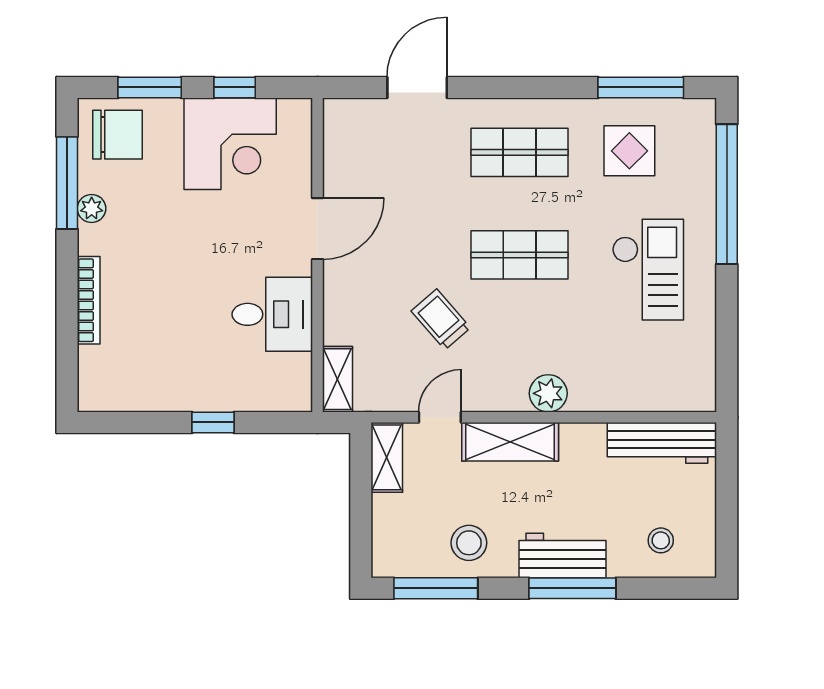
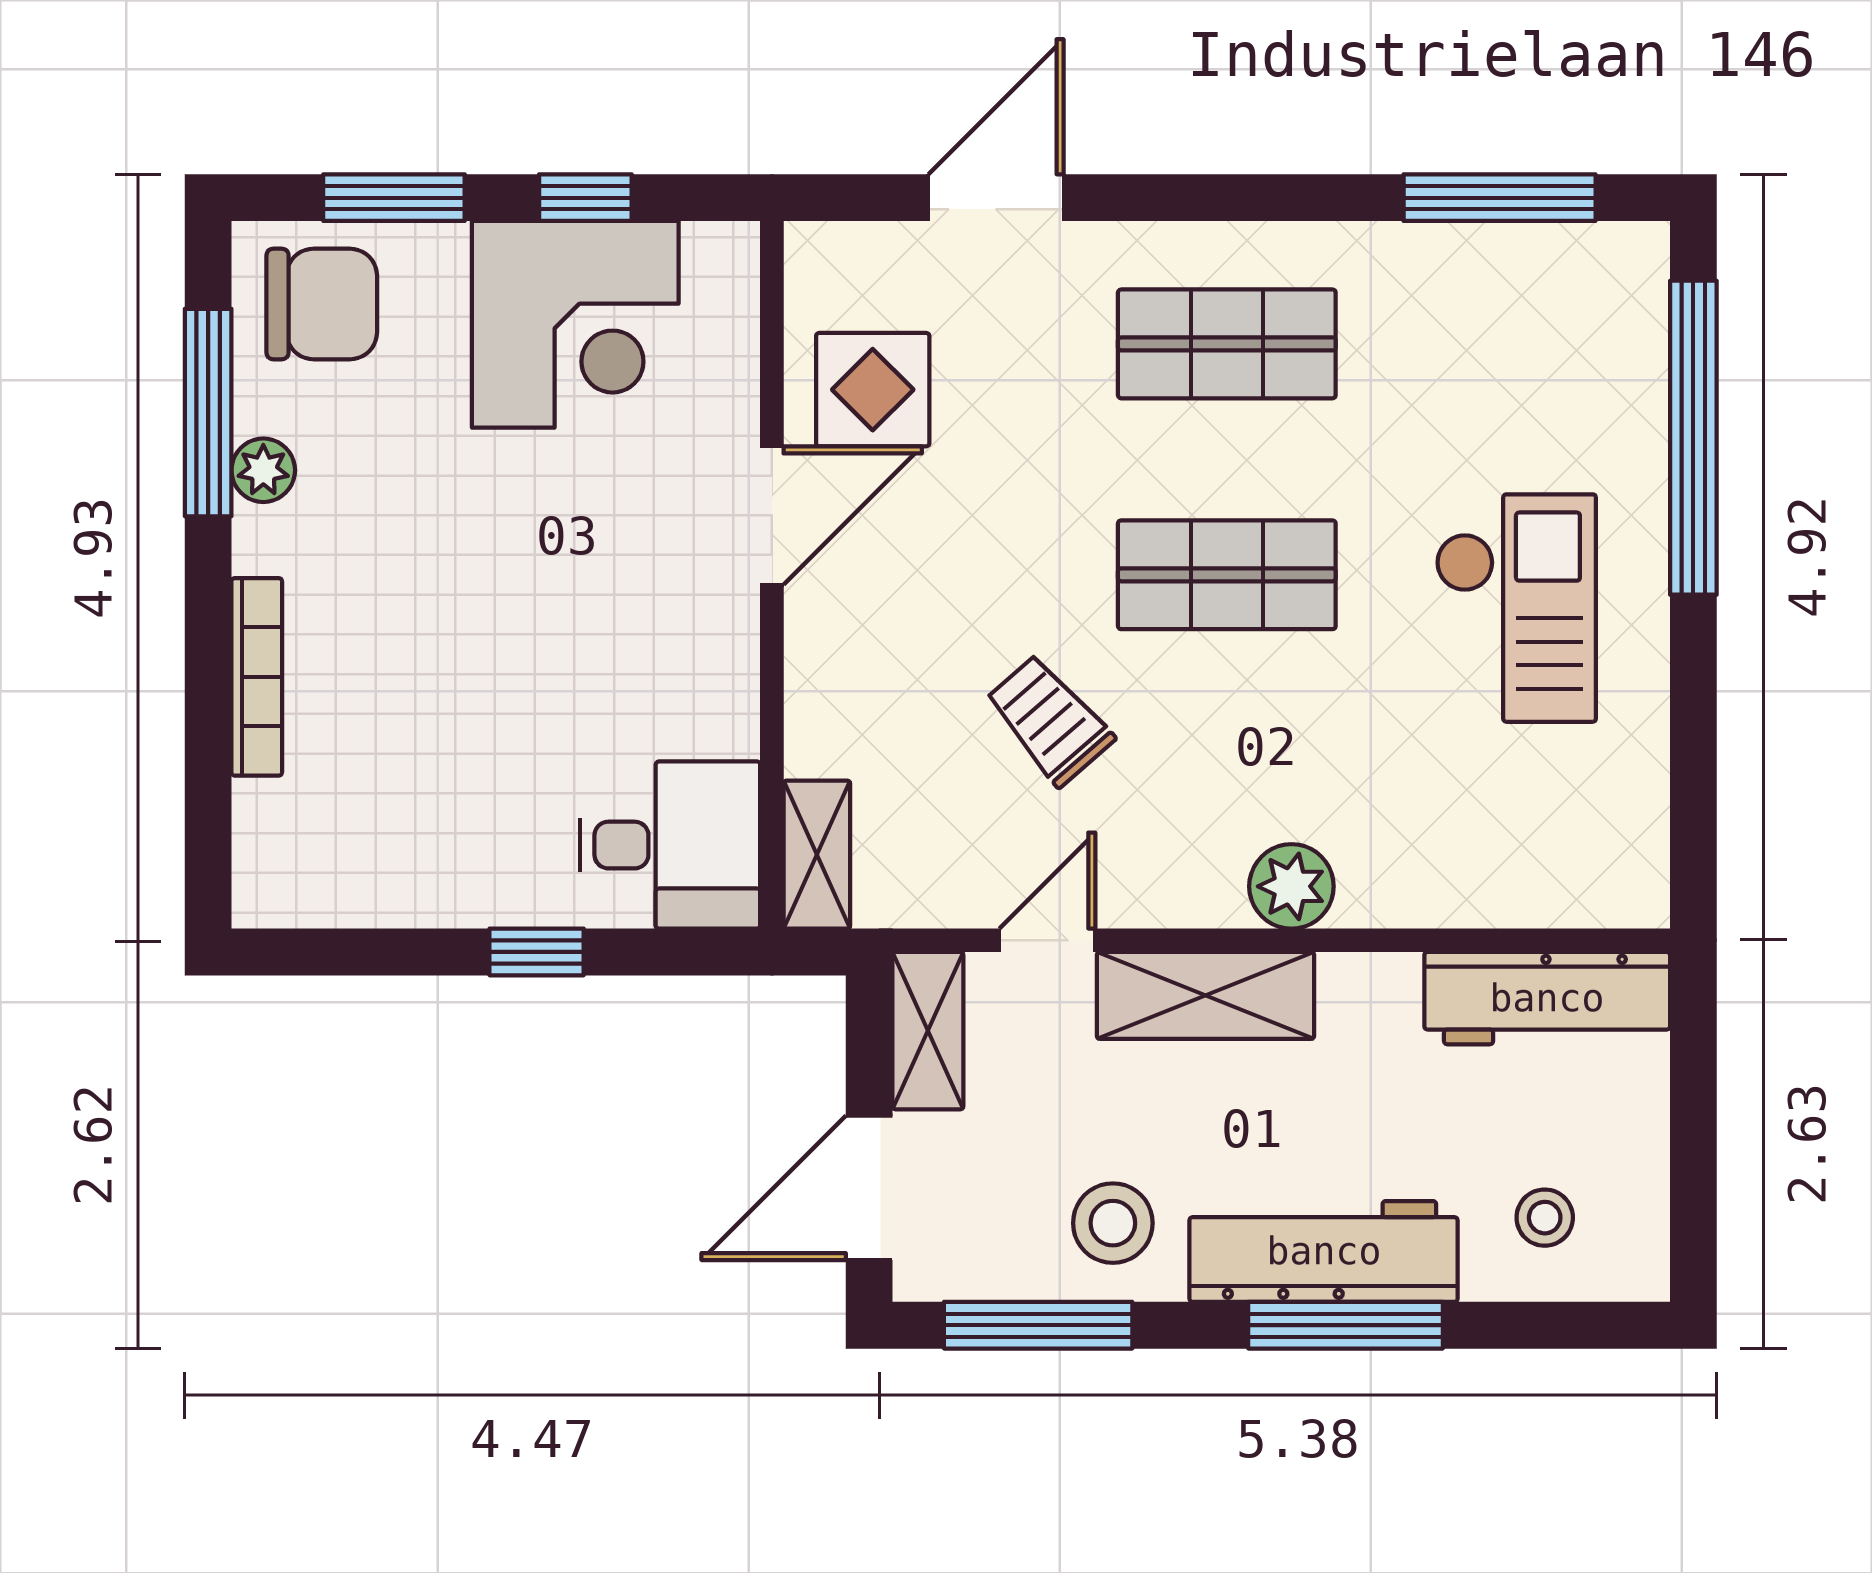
display table: (629, 151) -> (873, 390), moved
desk: (272, 314) -> (670, 845), moved
door: (361, 527) -> (869, 1188), added
workbench: (563, 555) -> (1324, 1251), width x1.37

